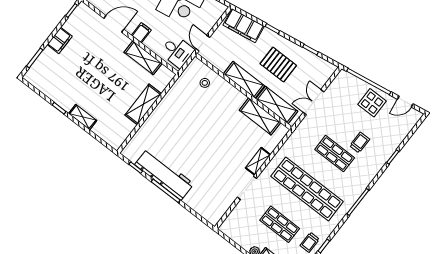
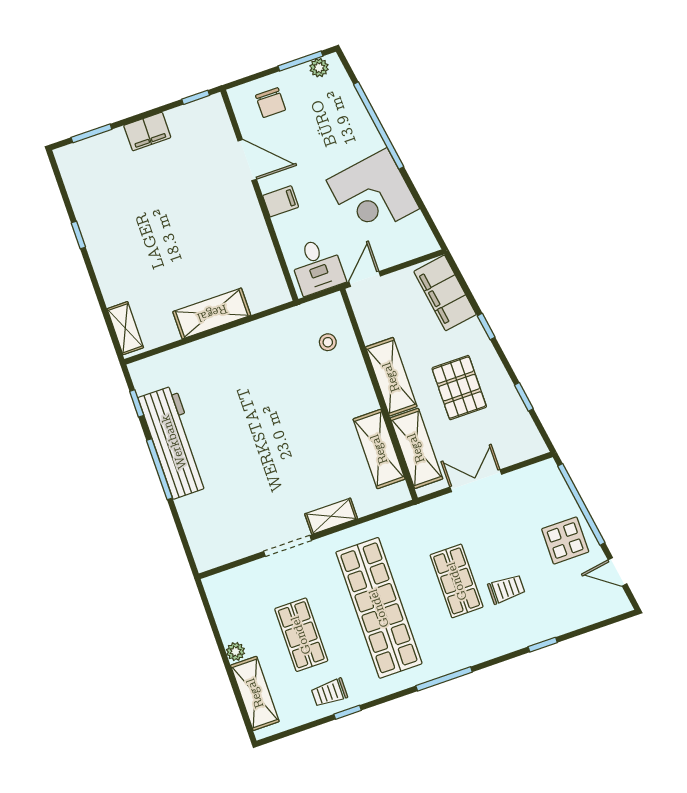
shelving: (143, 58) -> (258, 242), removed
shelving: (83, 117) -> (125, 328), moved

